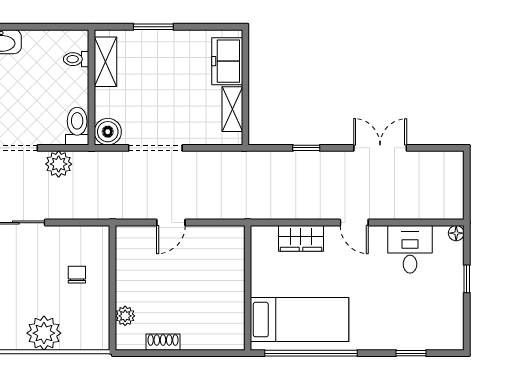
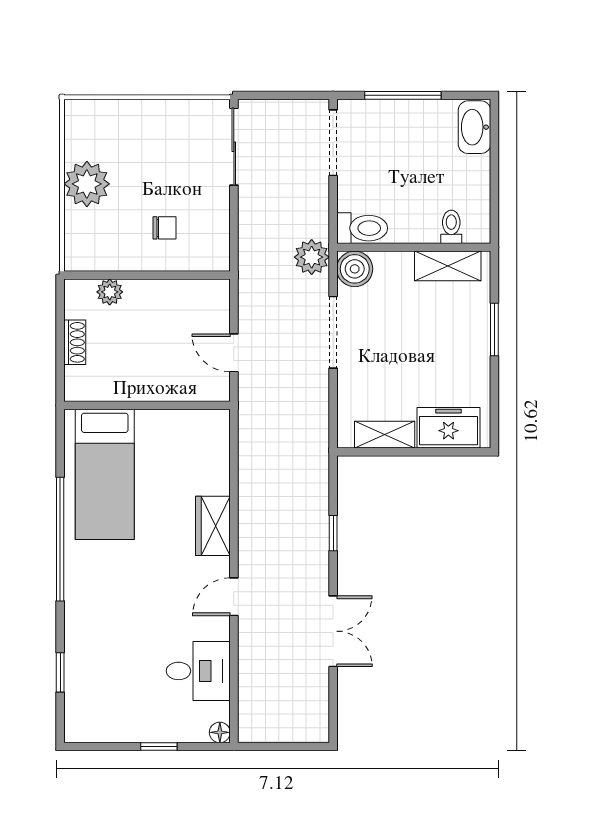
plant: (59, 164) -> (312, 257), moved
wall: (248, 288) -> (147, 405), moved
bed: (299, 320) -> (105, 474), moved

